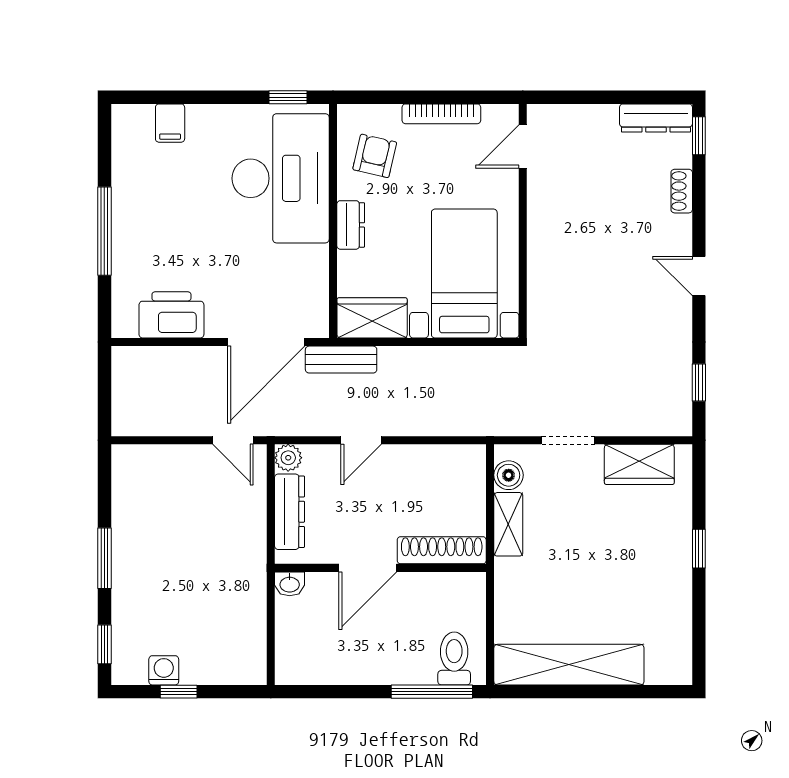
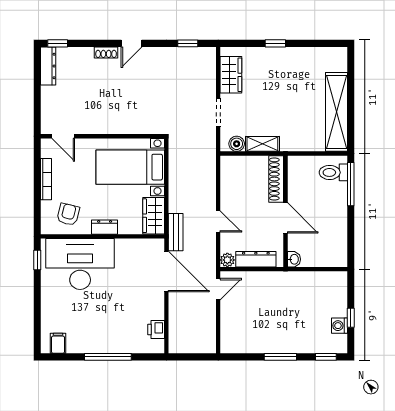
filing cabinet: (170, 123) -> (58, 343), moved, turned -90
armchair: (375, 156) -> (68, 214), turned 91
shoe rack: (682, 191) -> (106, 52), moved
printer: (171, 315) -> (156, 329), width x0.53, depth x0.68

